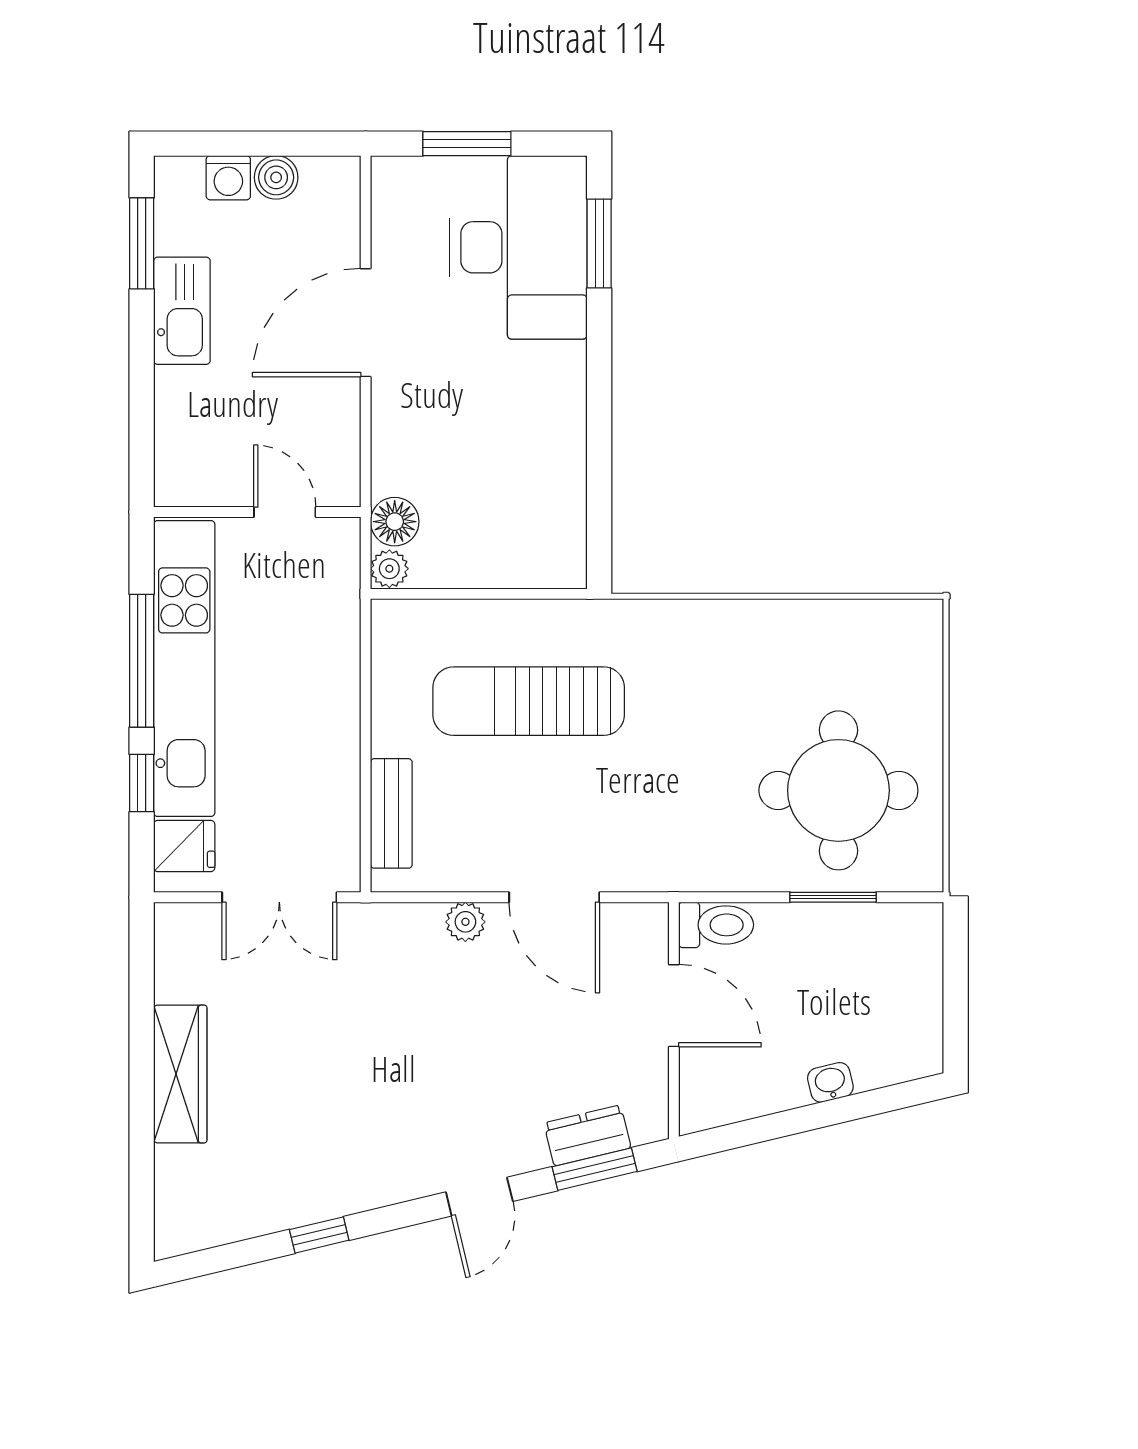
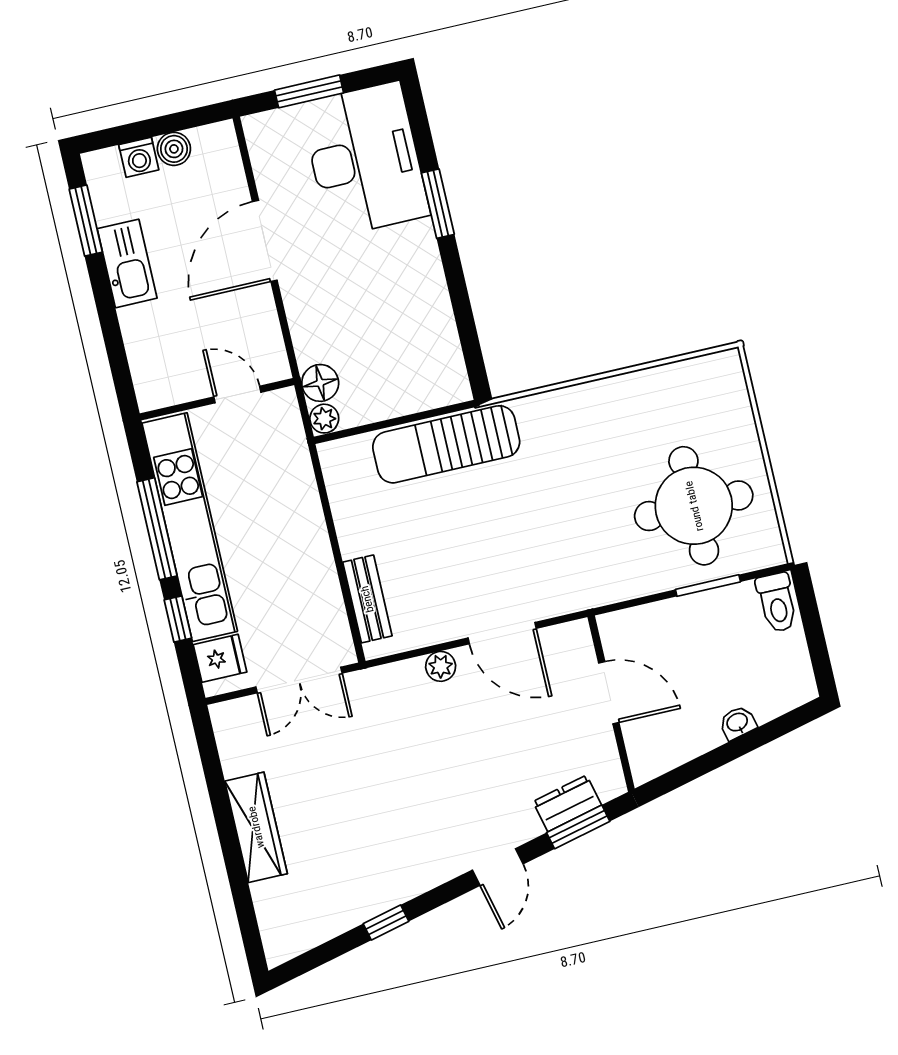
window: (599, 244) -> (438, 204), moved
sun lounger: (529, 701) -> (446, 444), moved
toilet: (716, 925) -> (777, 603), moved, turned 90

